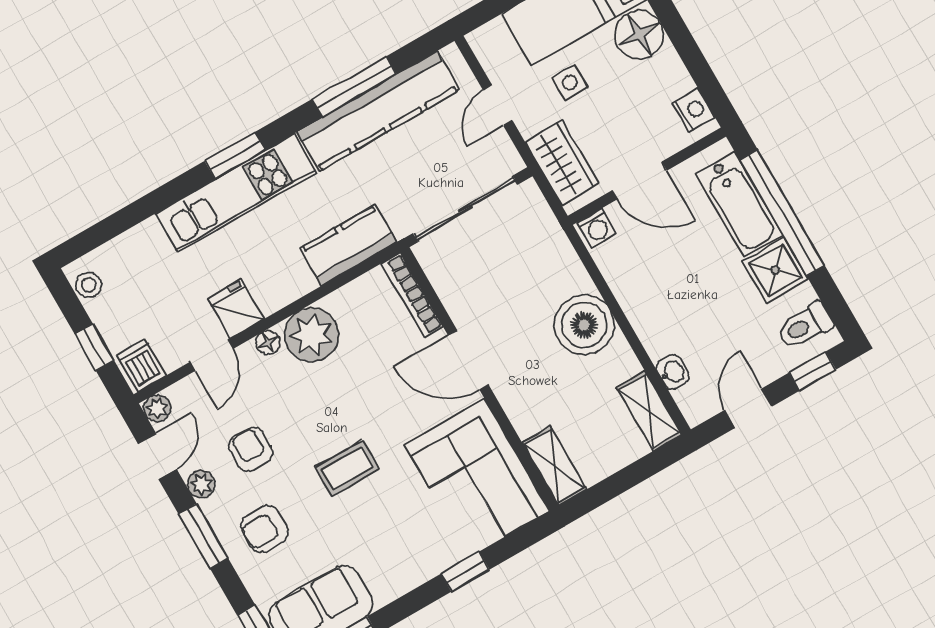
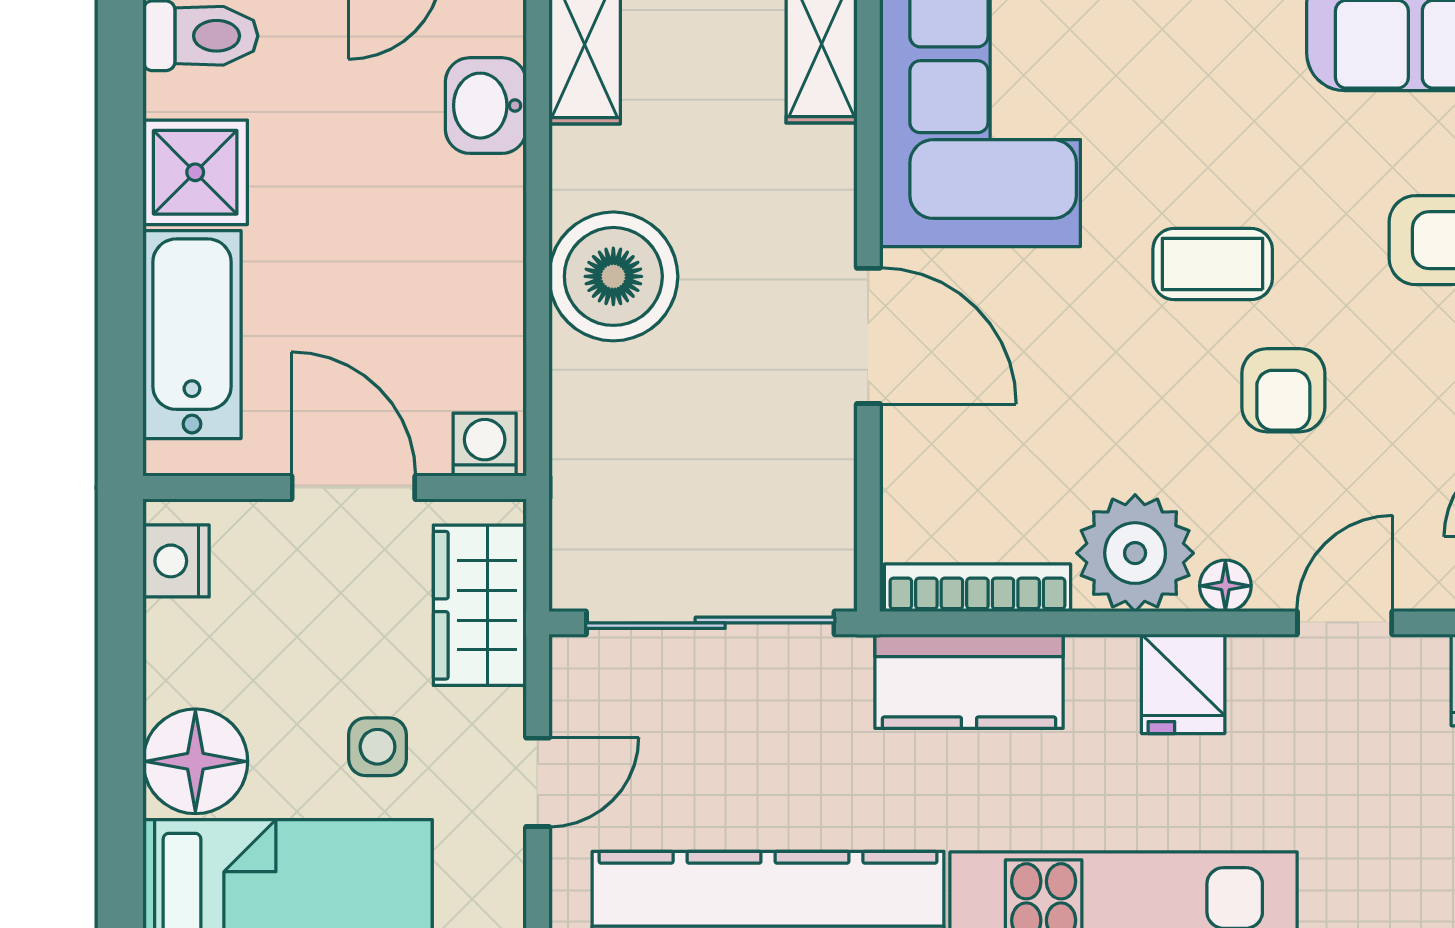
window: (782, 213) -> (120, 272), removed
bookcase: (412, 295) -> (977, 588), moved, turned -90
fridge: (236, 309) -> (1183, 684), moved
washbasin: (673, 372) -> (486, 106), width x1.38, depth x1.45
armchair: (251, 449) -> (1283, 390), moved

